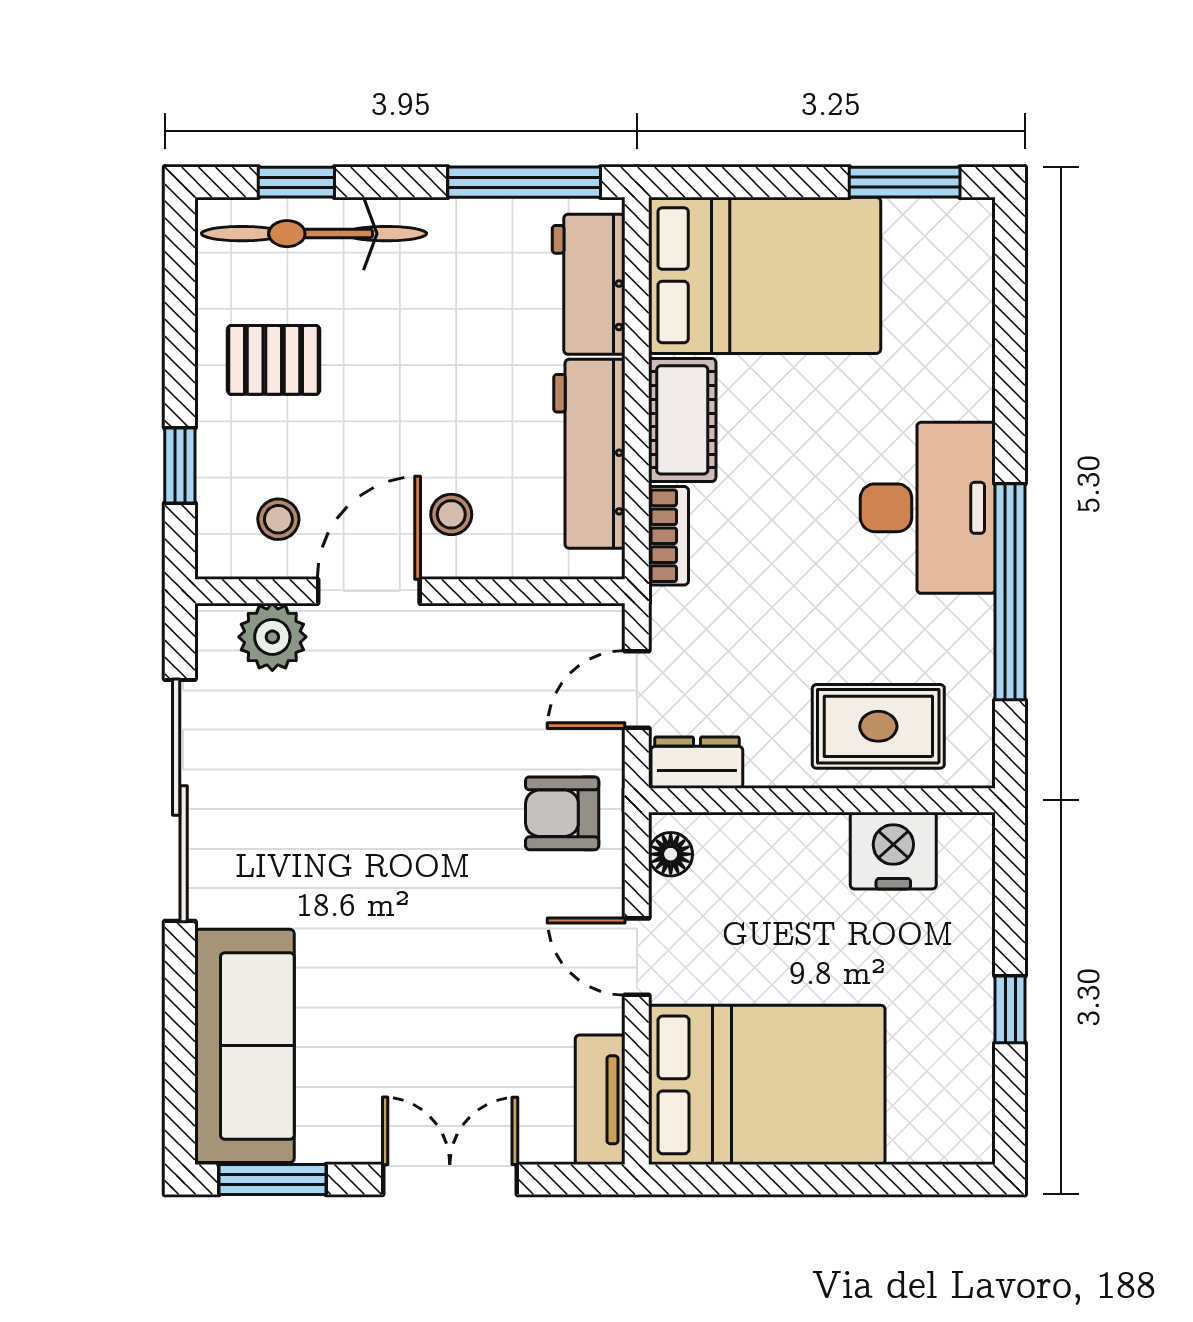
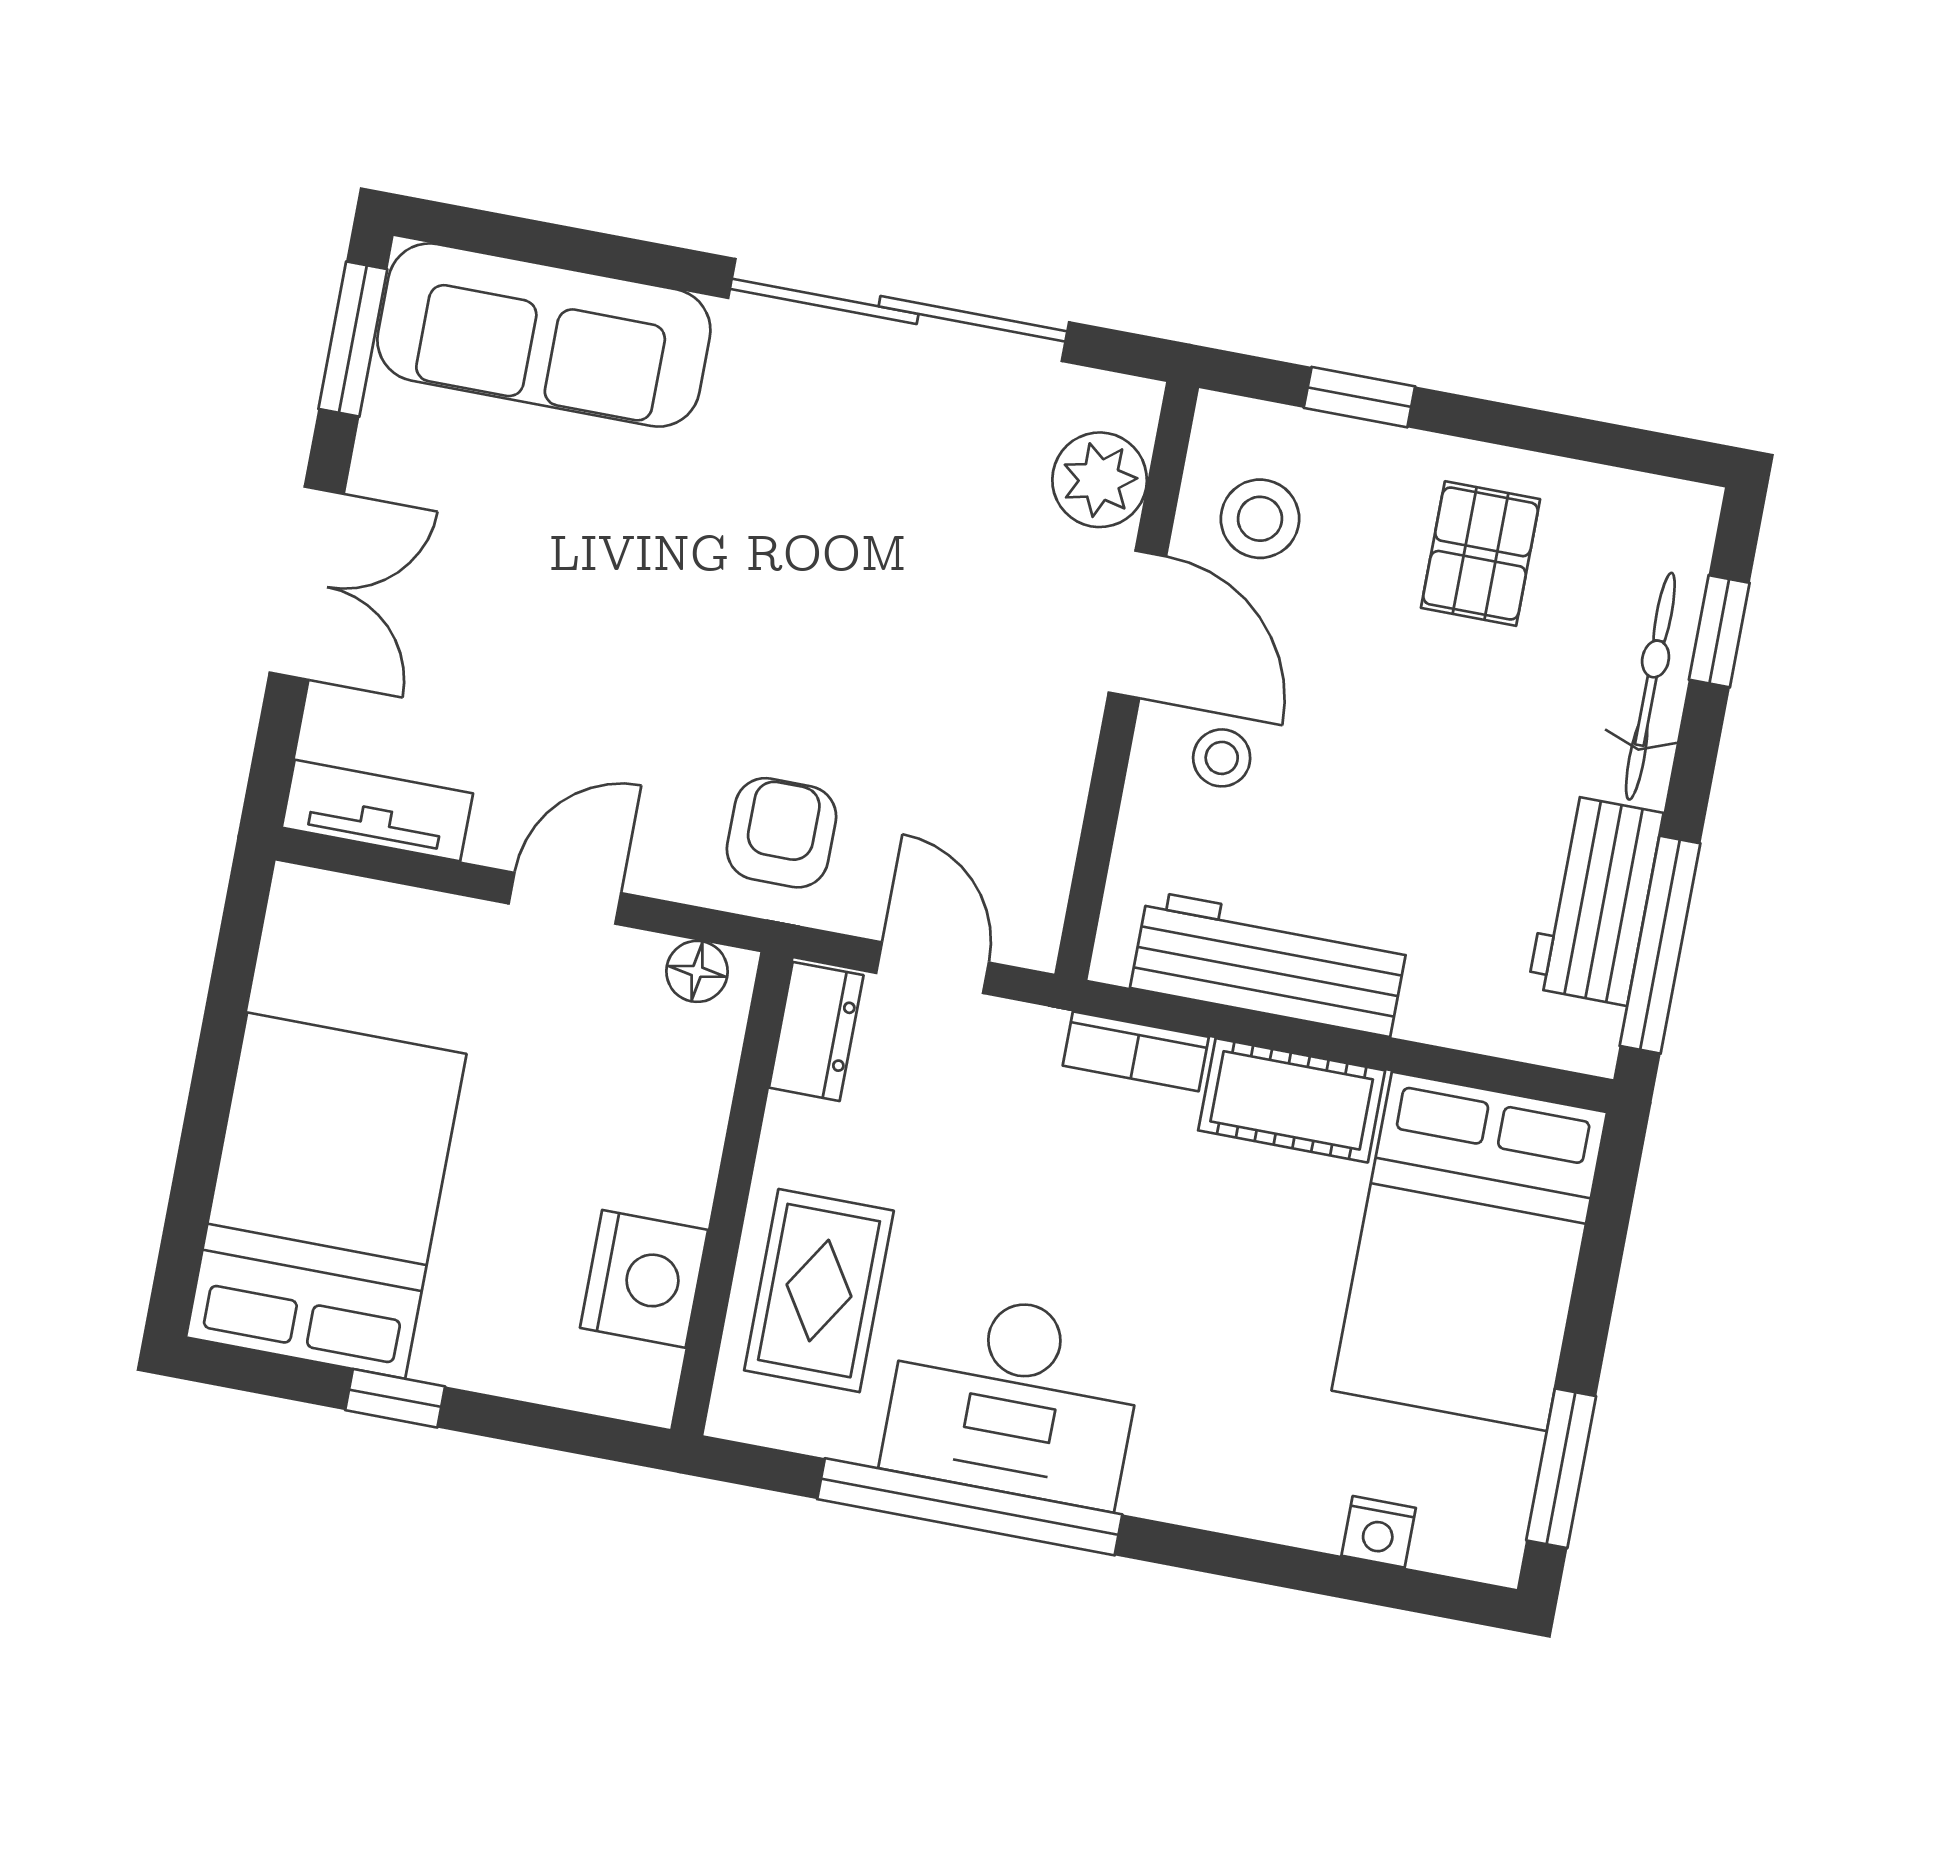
bicycle: (314, 234) -> (1650, 686), width x0.73, depth x0.71
workbench: (589, 284) -> (1596, 900), moved, turned -90
nightstand: (973, 302) -> (1379, 1532), added
desk: (928, 508) -> (1014, 1398), moved
stool: (278, 519) -> (1260, 519), width x1.37, depth x1.37
bed: (767, 1085) -> (326, 1196), moved, turned 180

